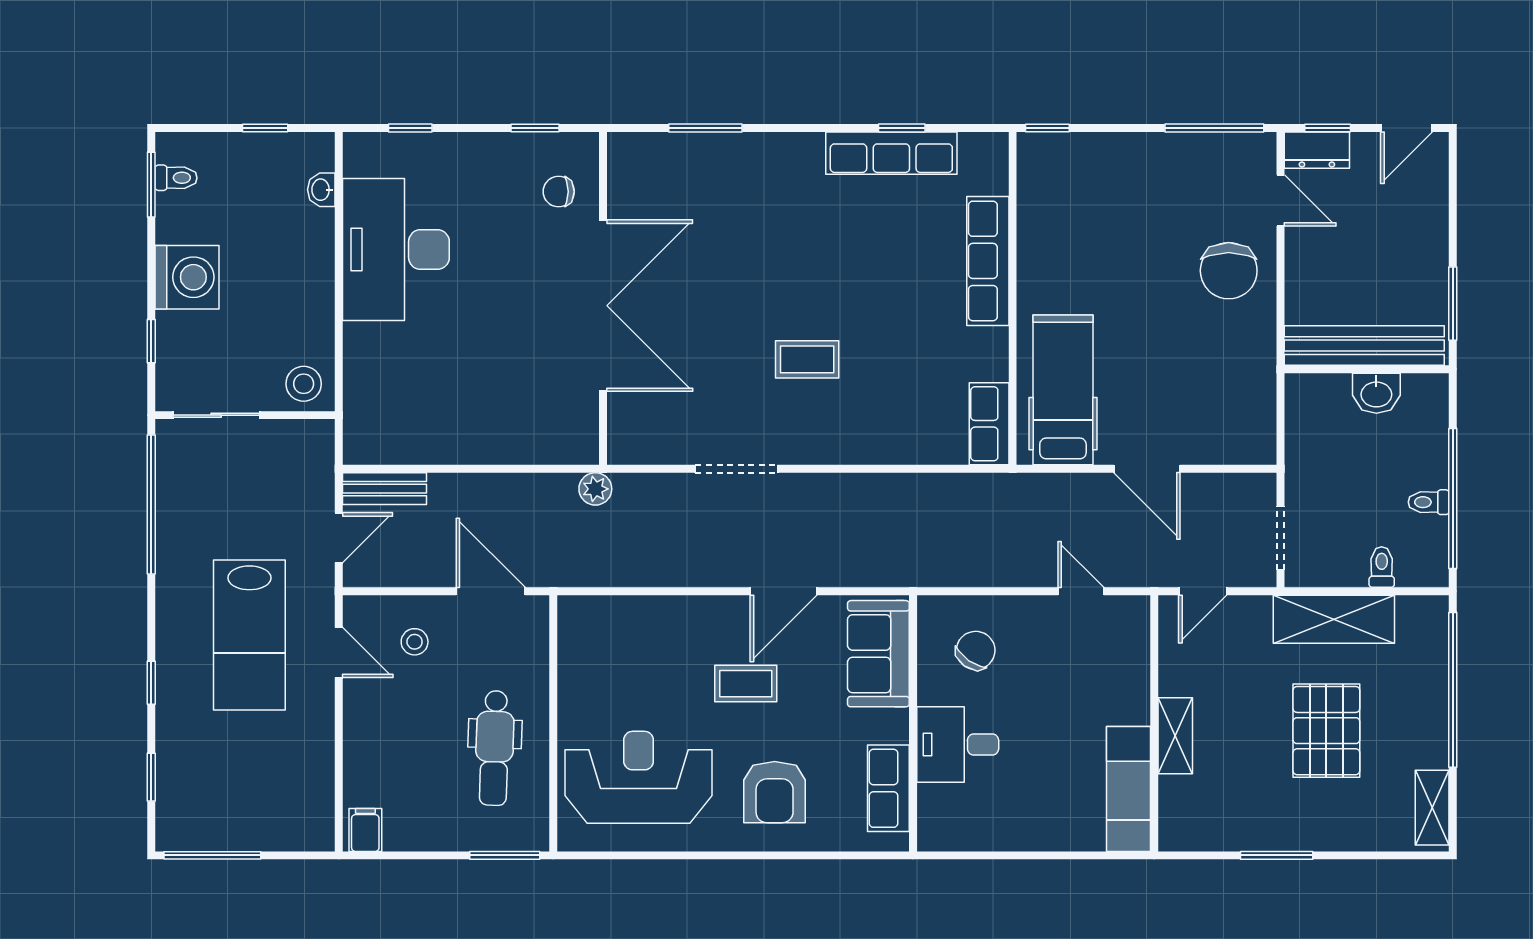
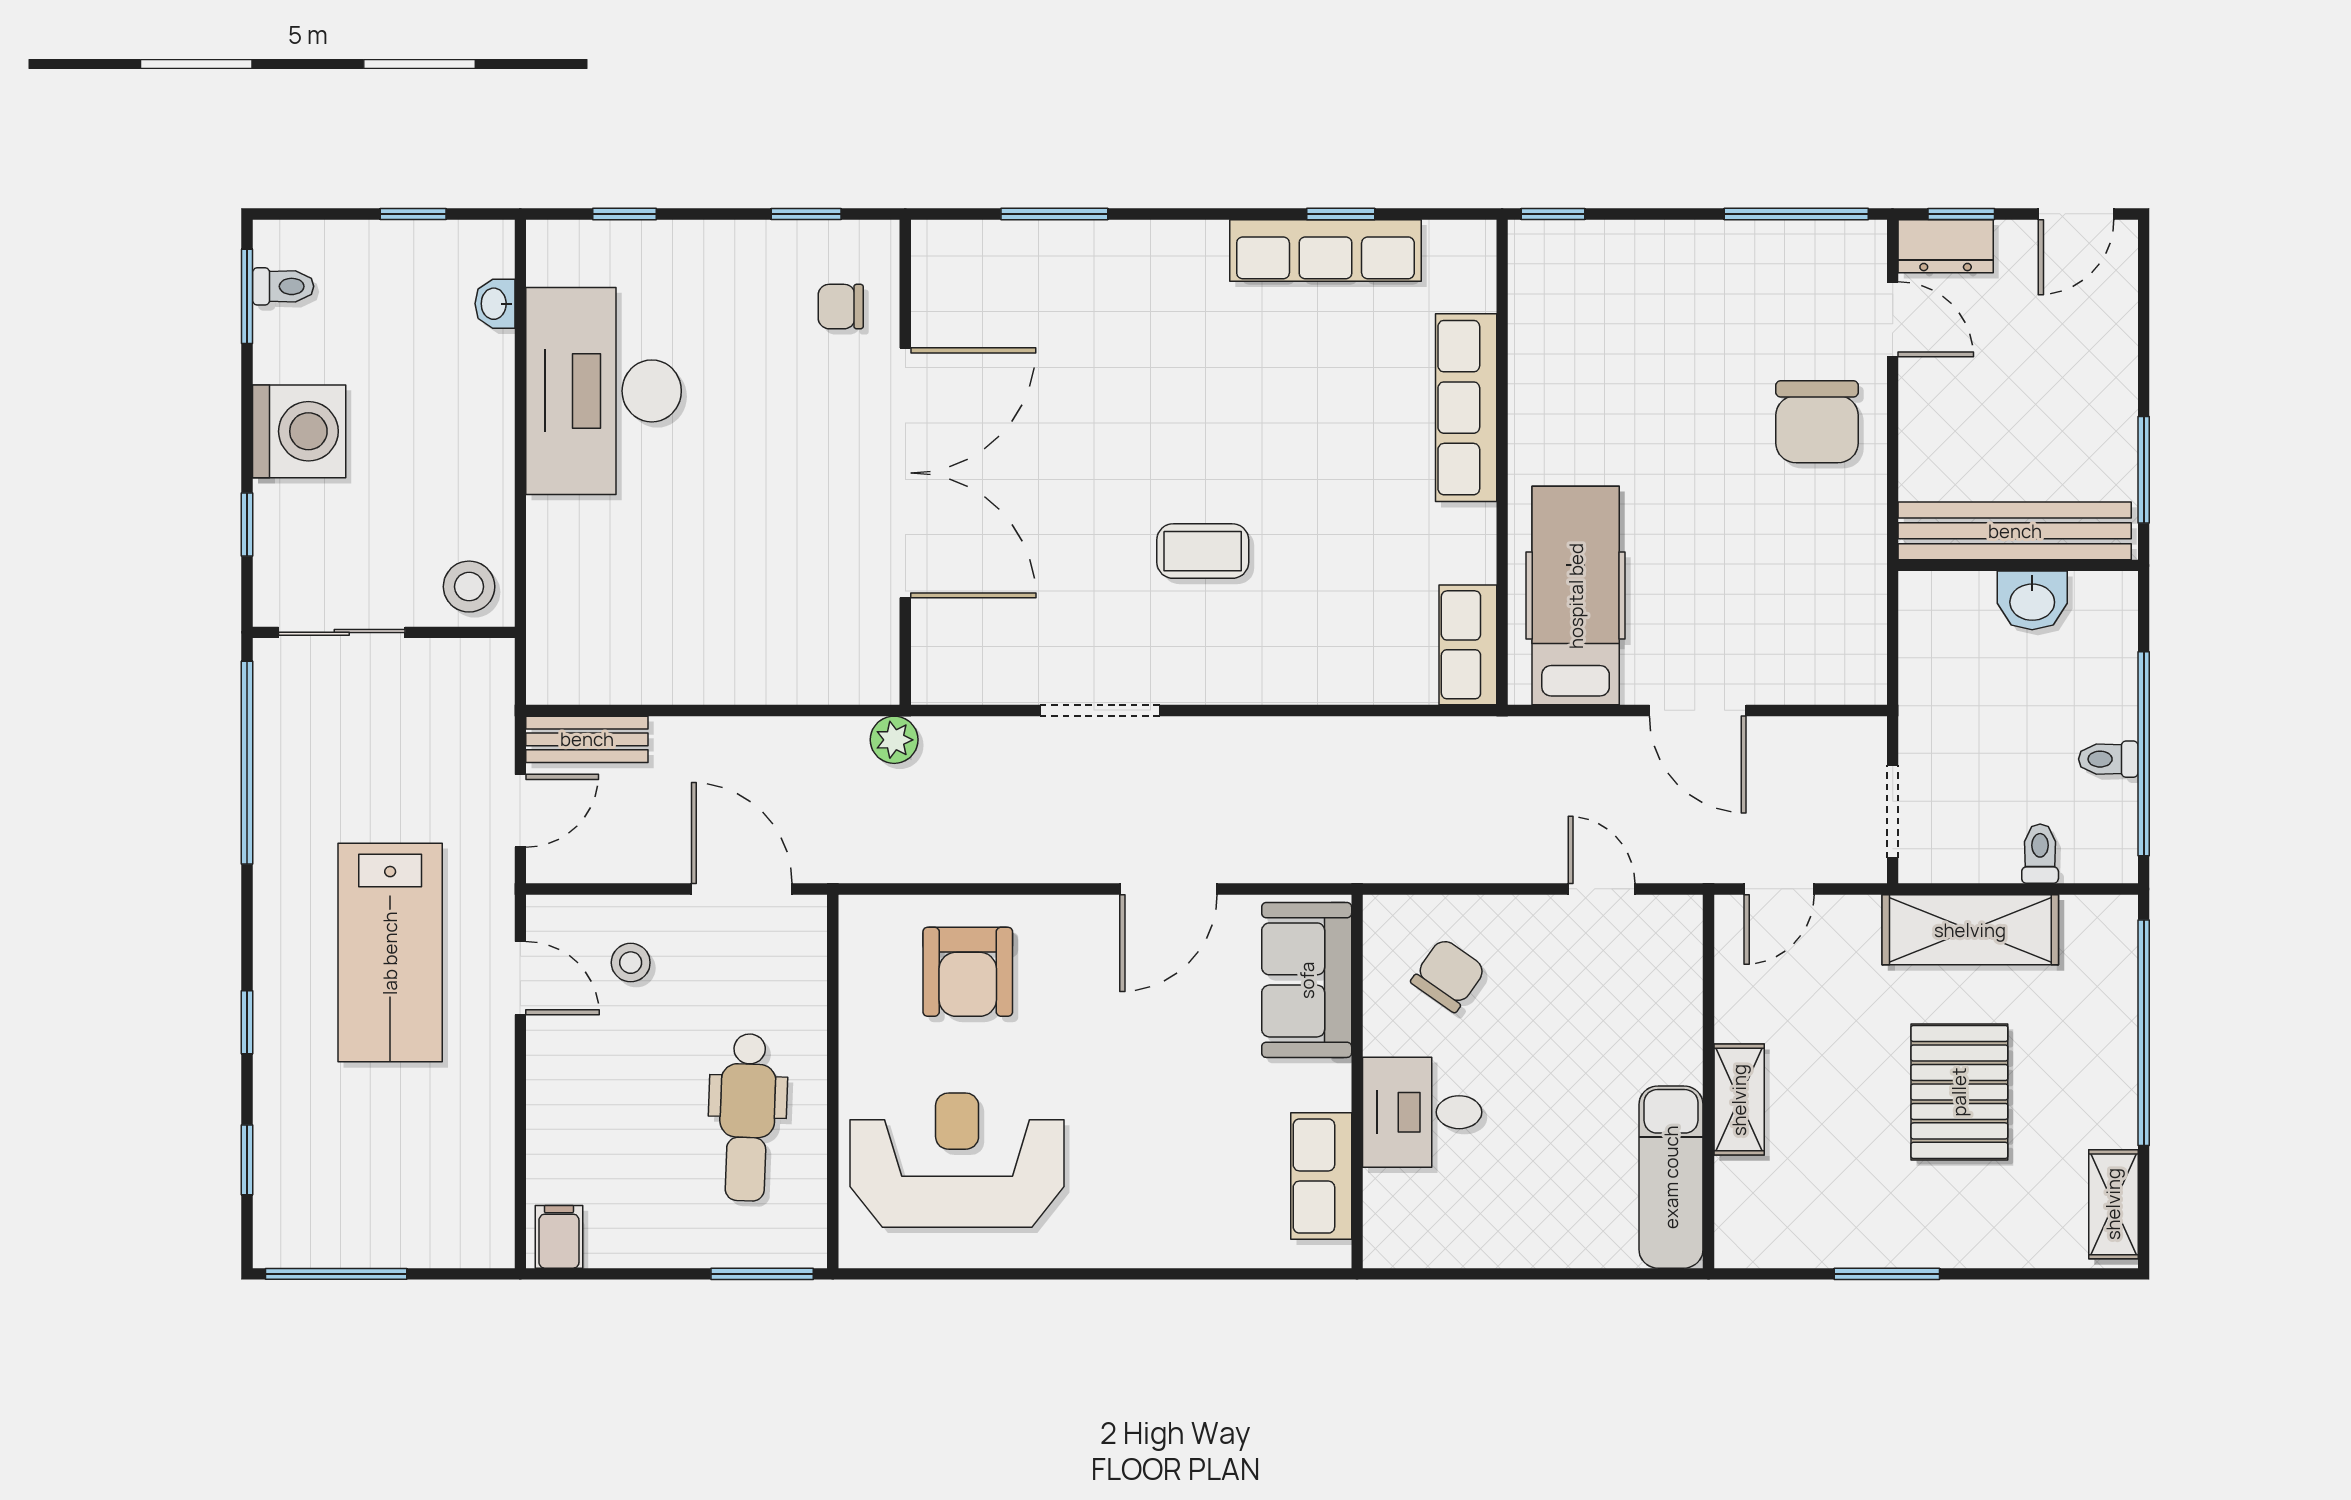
coffee table: (746, 684) -> (1113, 1023), removed
armchair: (775, 792) -> (968, 972), moved

